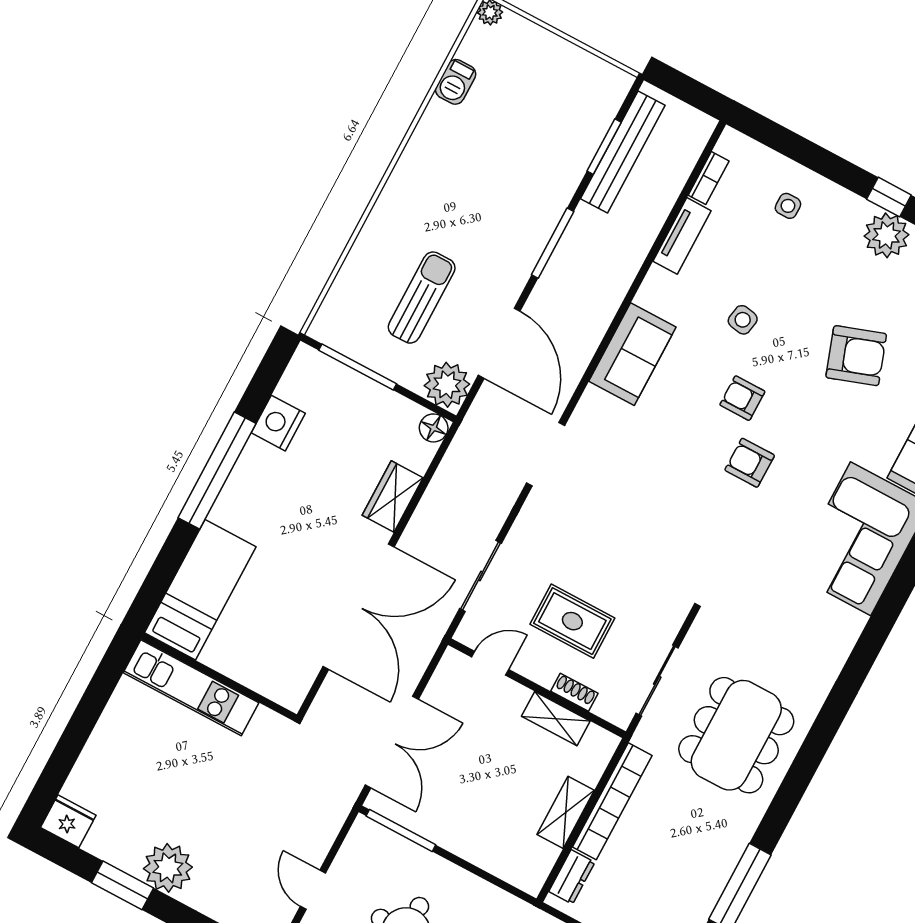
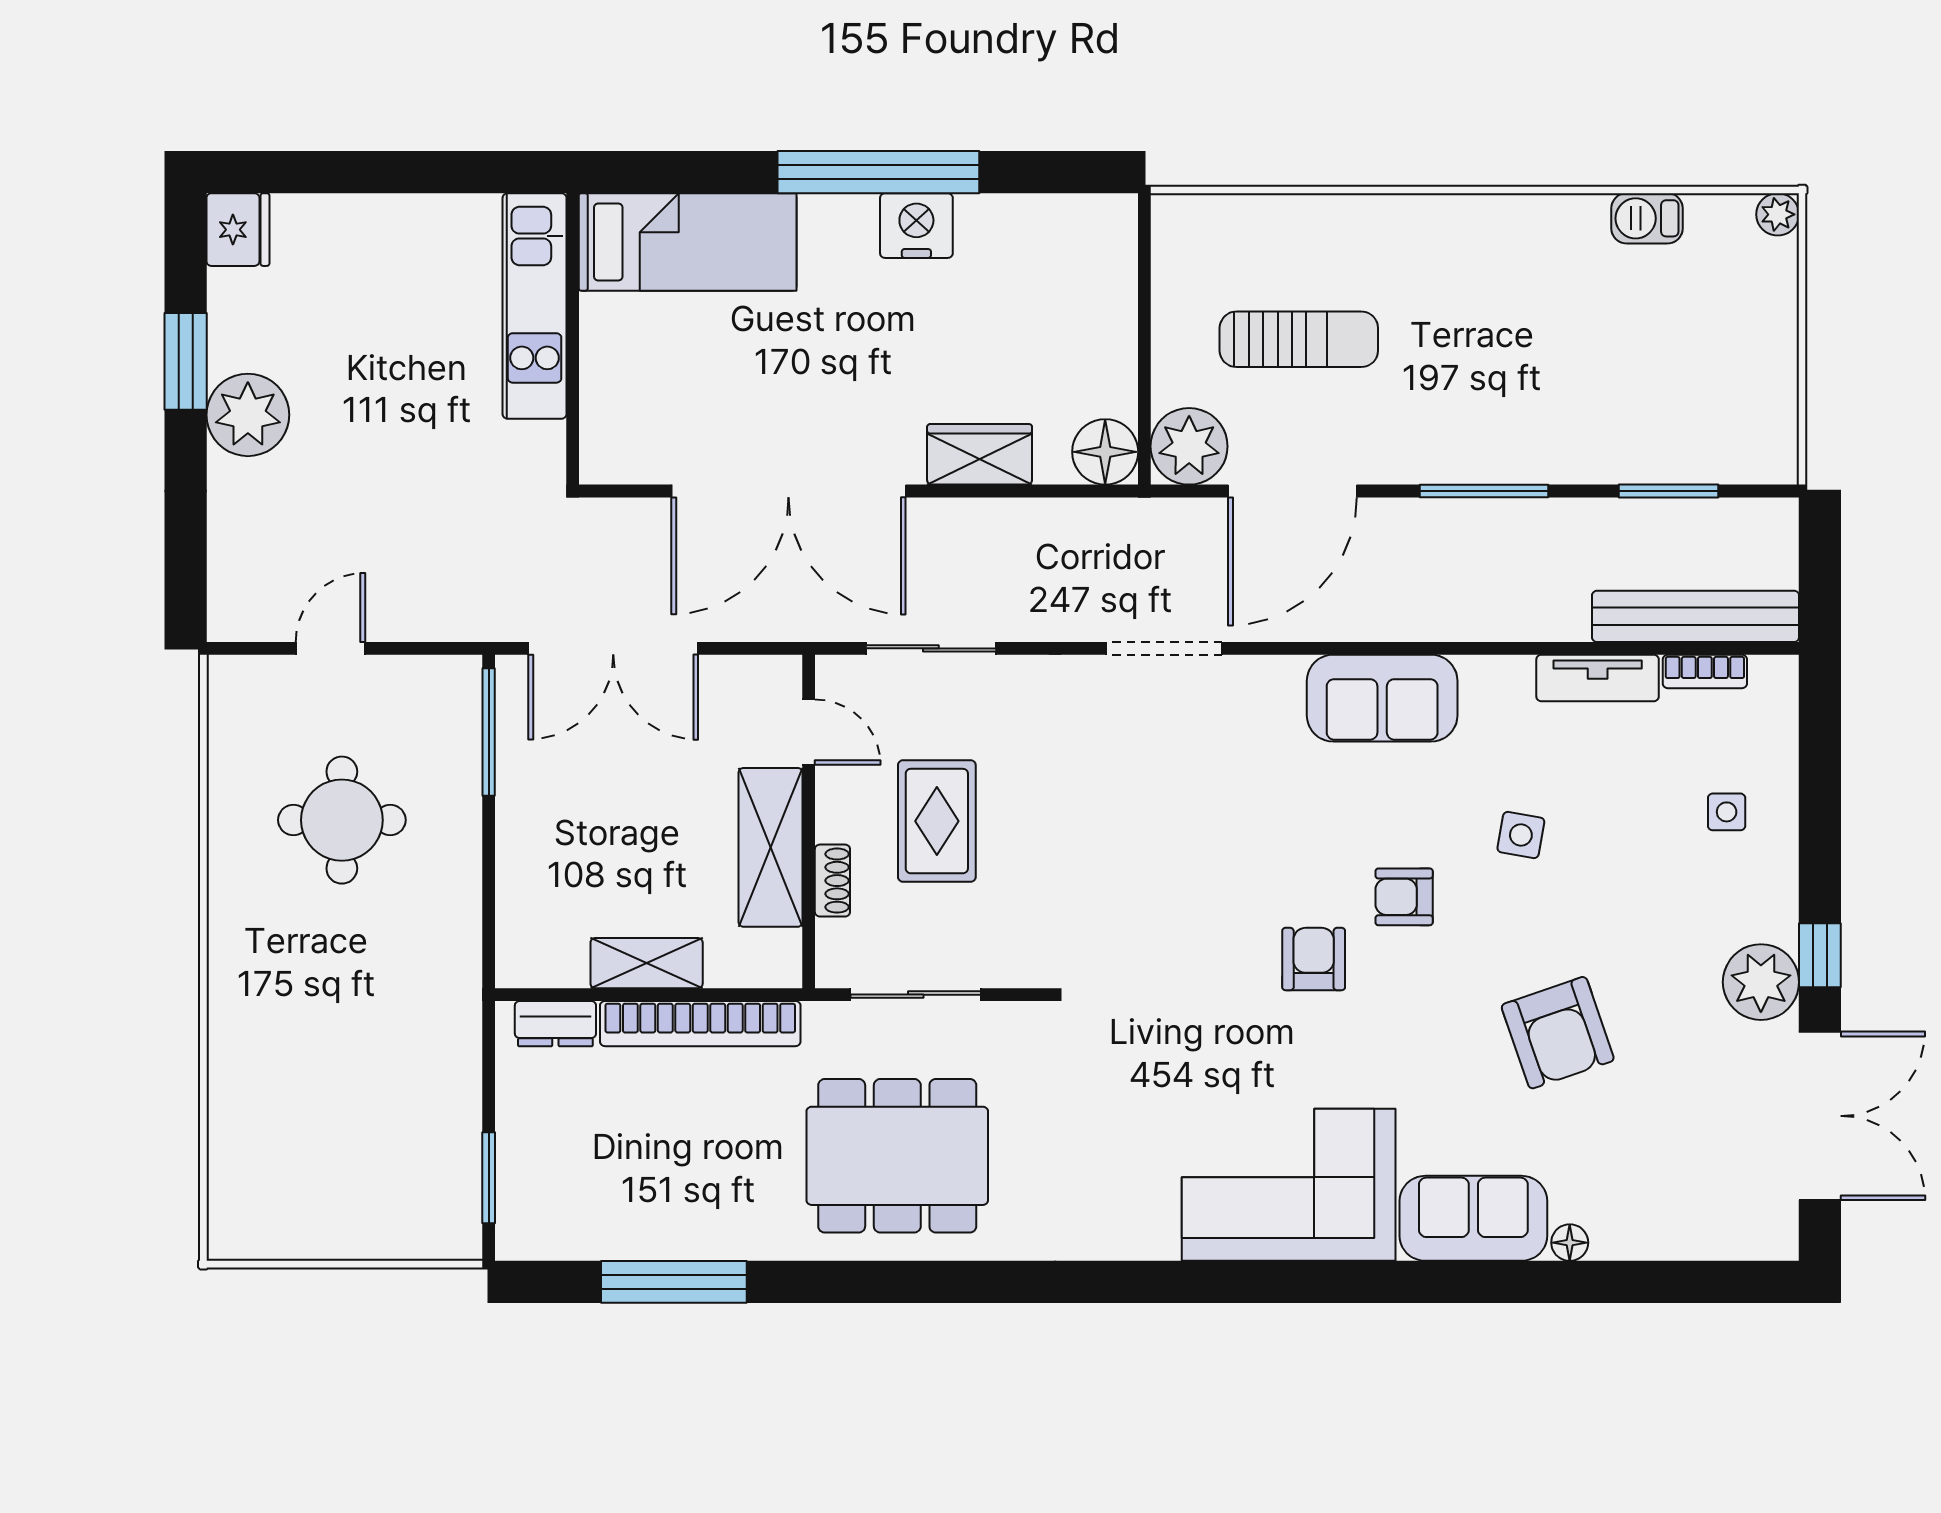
bench: (623, 152) -> (1696, 616), moved
window: (358, 367) -> (1144, 299), removed
armchair: (742, 398) -> (1404, 897), turned -90
nightstand: (278, 423) -> (916, 226), moved
floor lamp: (434, 428) -> (1105, 452), width x1.38, depth x1.38
shelving: (556, 719) -> (771, 847), width x1.50, depth x1.33

